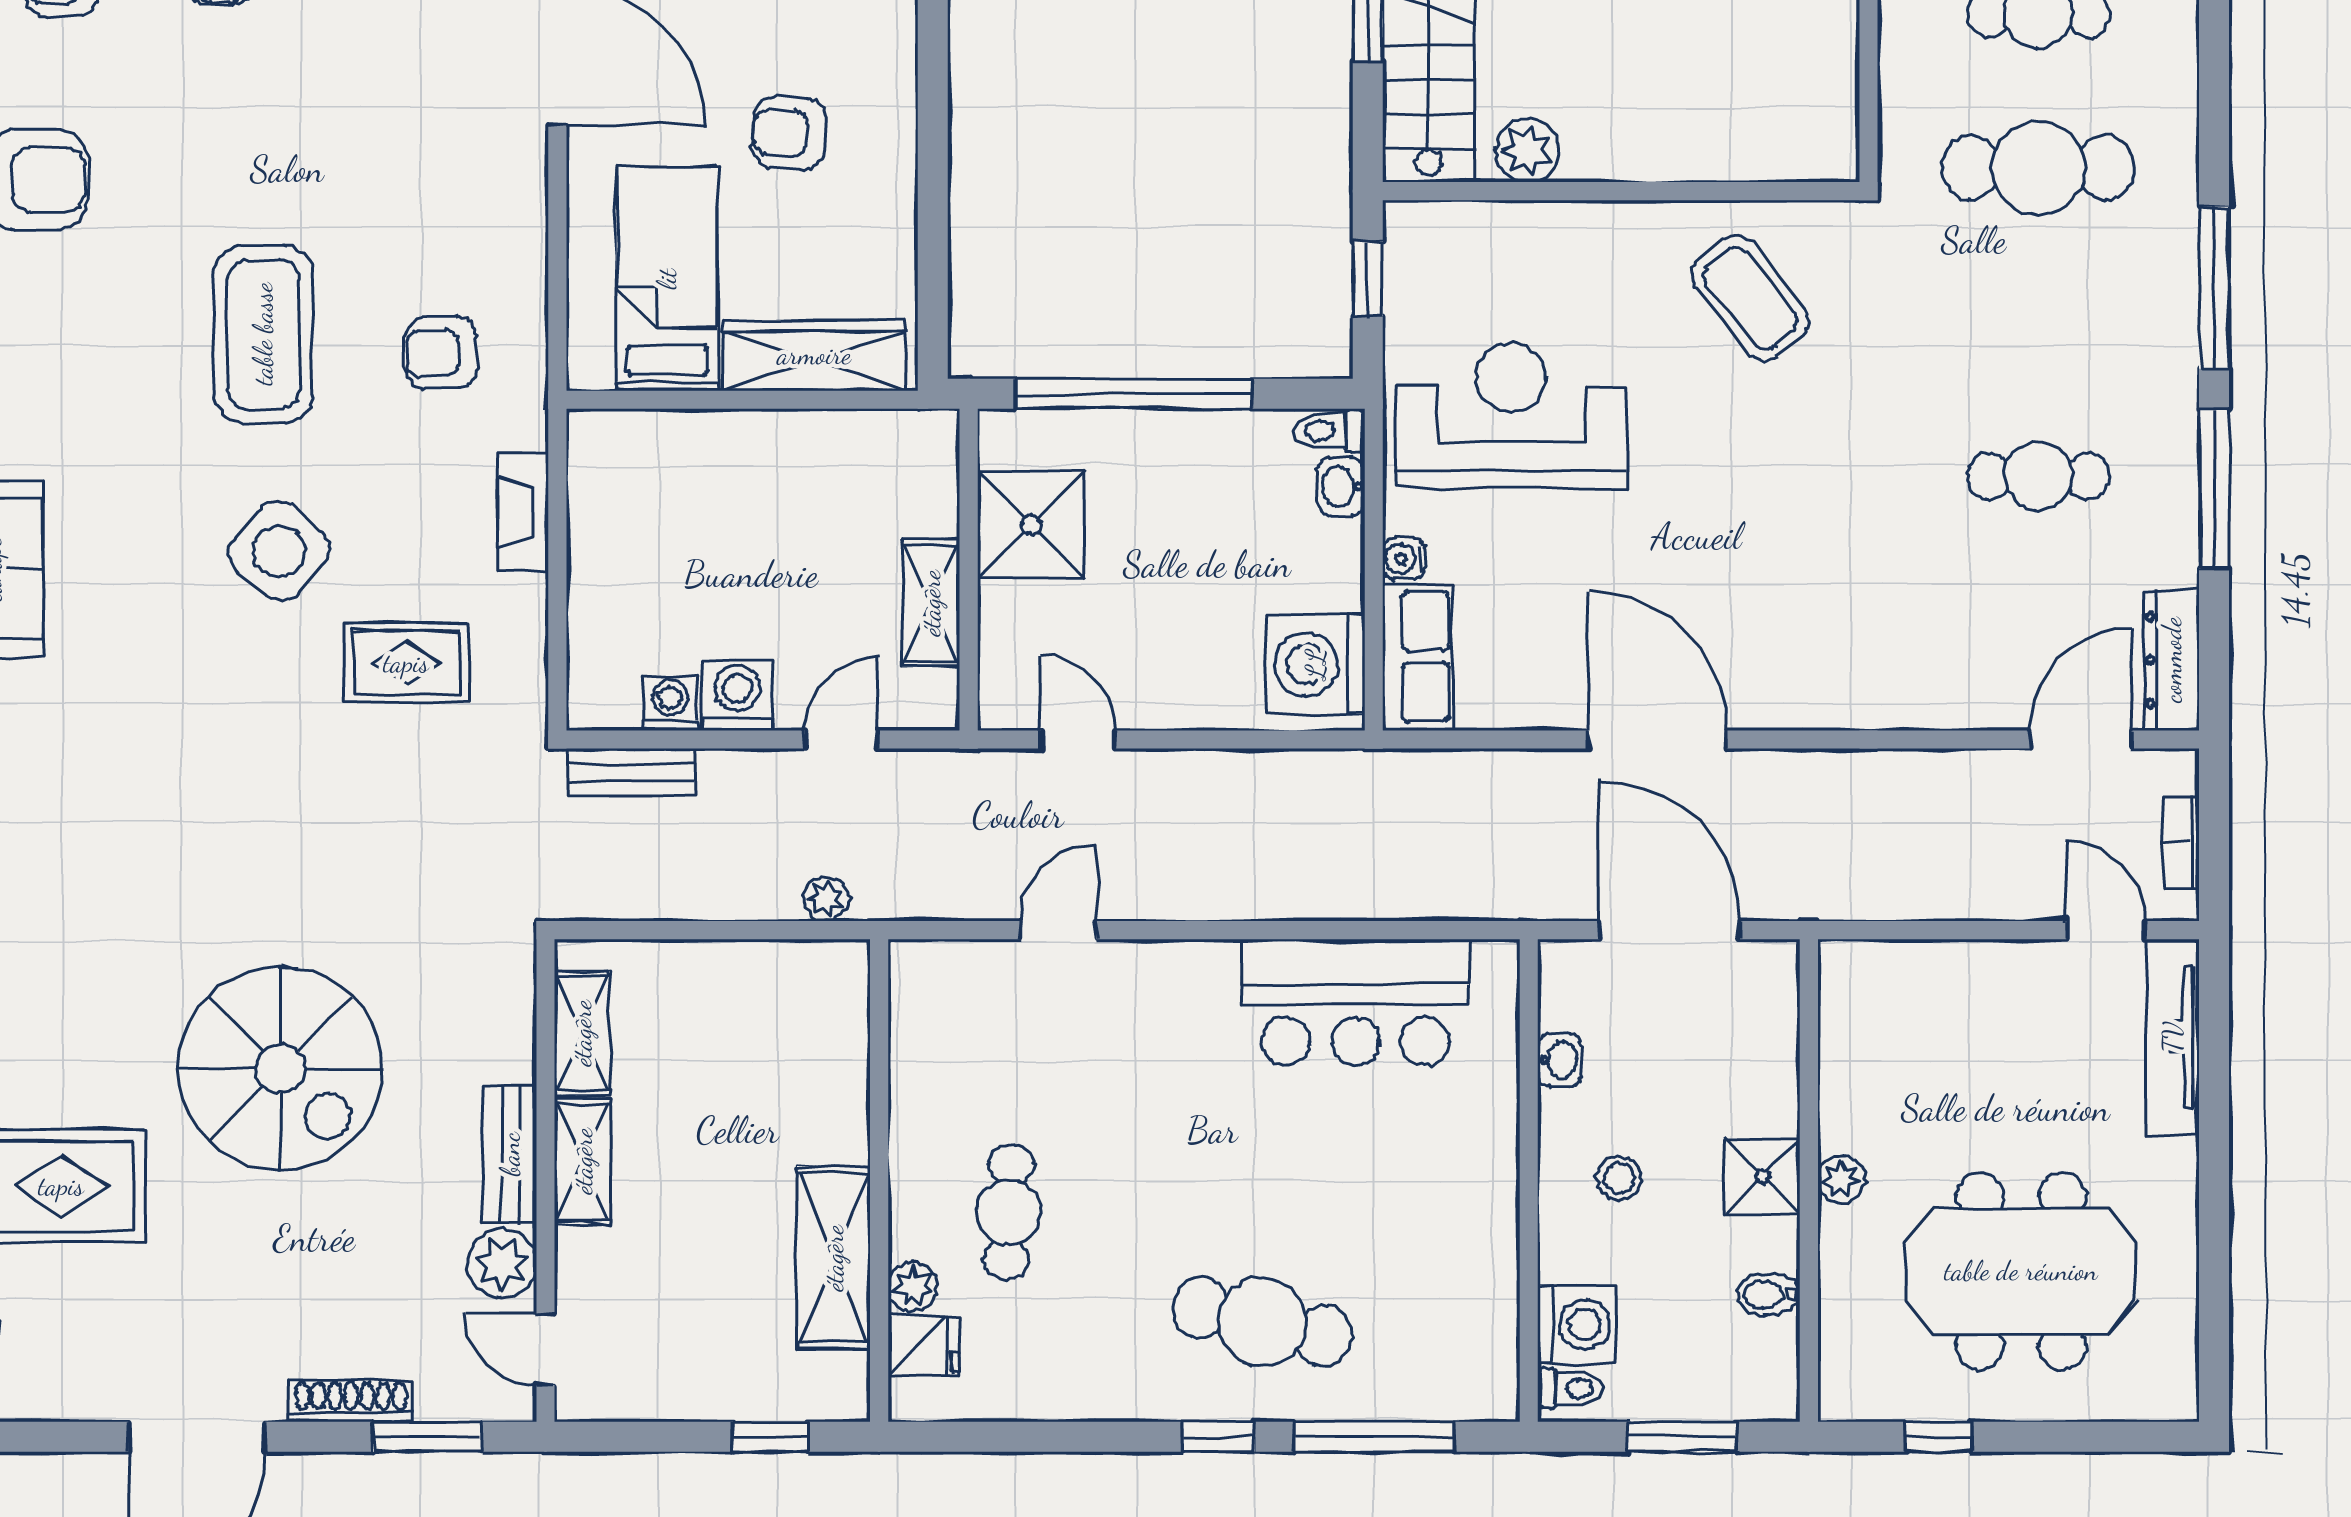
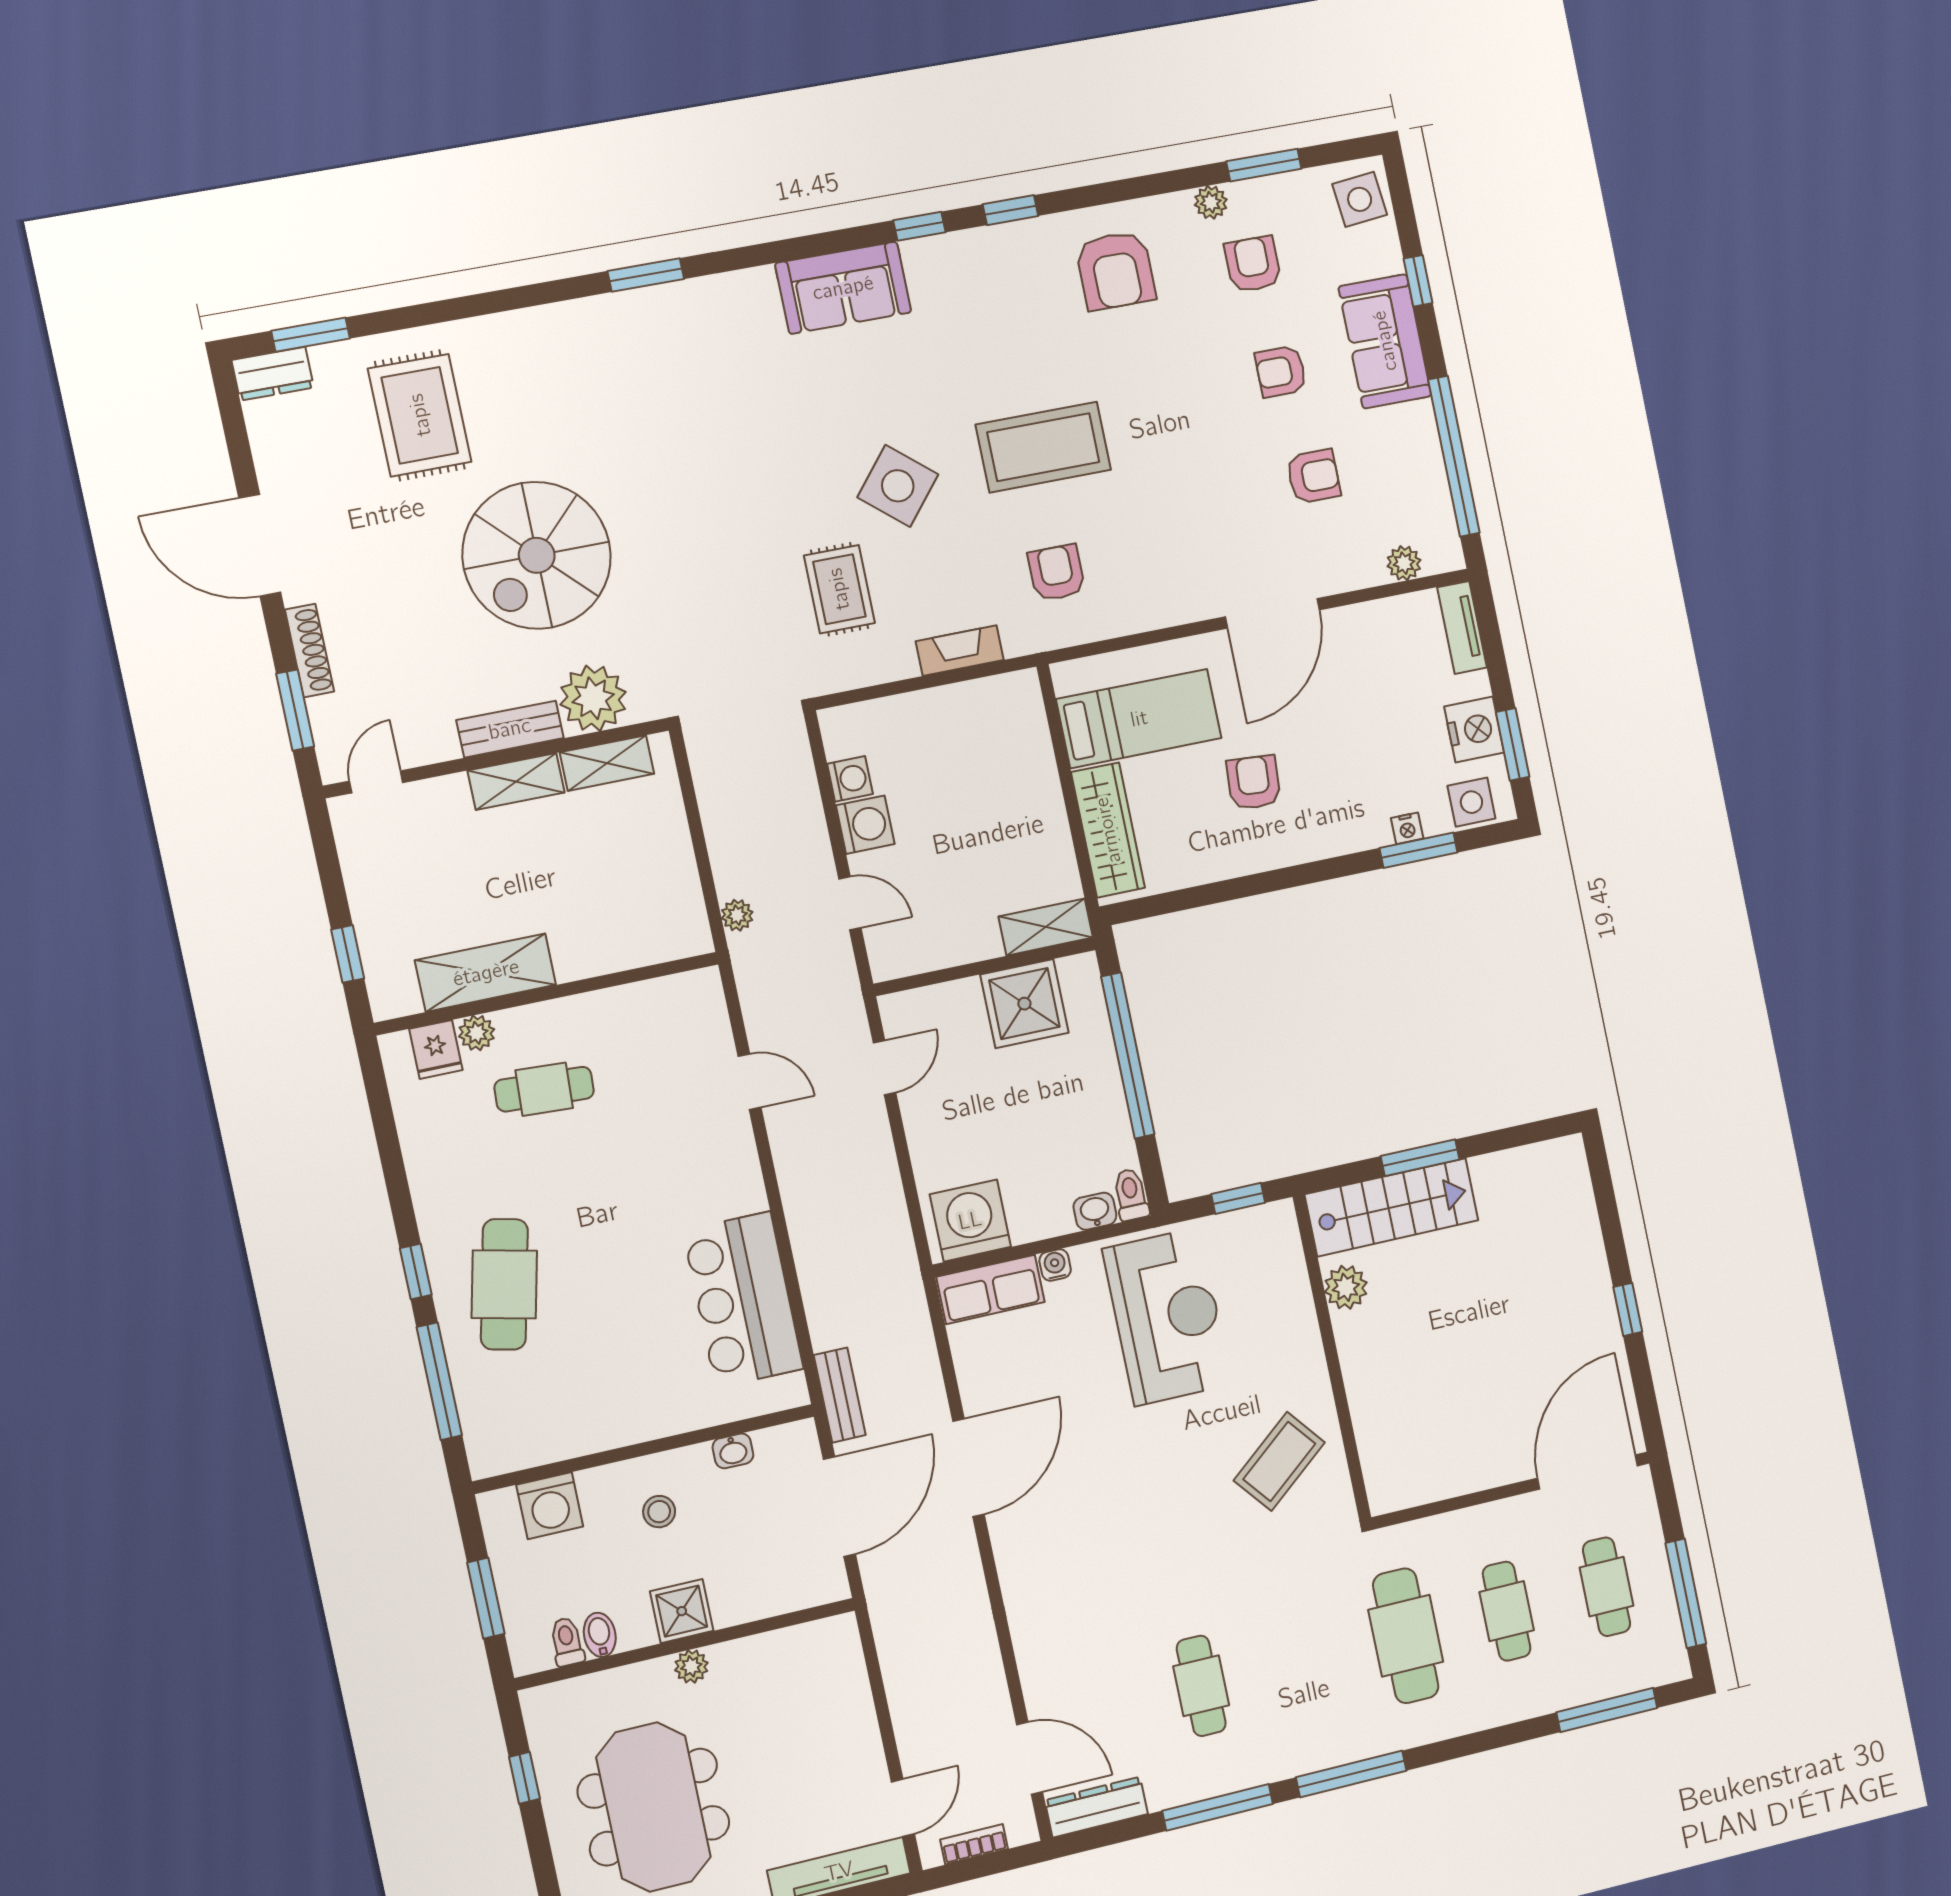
shelving: (931, 603) -> (1046, 927), moved
bench: (631, 773) -> (840, 1395), moved
plant: (502, 1263) -> (593, 698), moved, width x1.36, depth x1.36
toilet: (1570, 1388) -> (567, 1642), moved, turned 180

